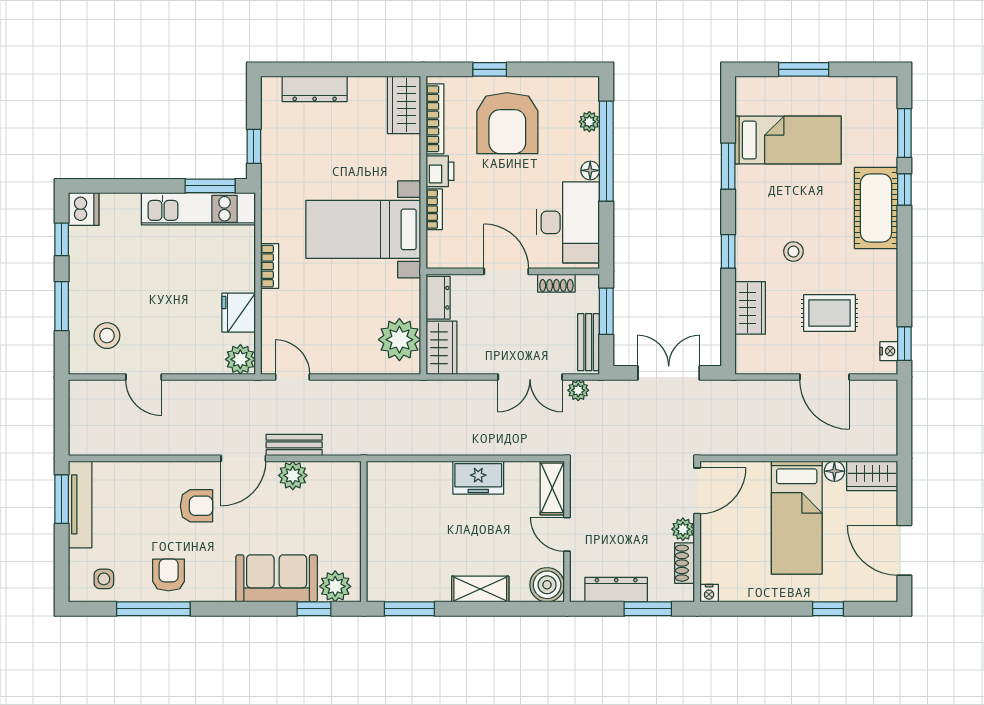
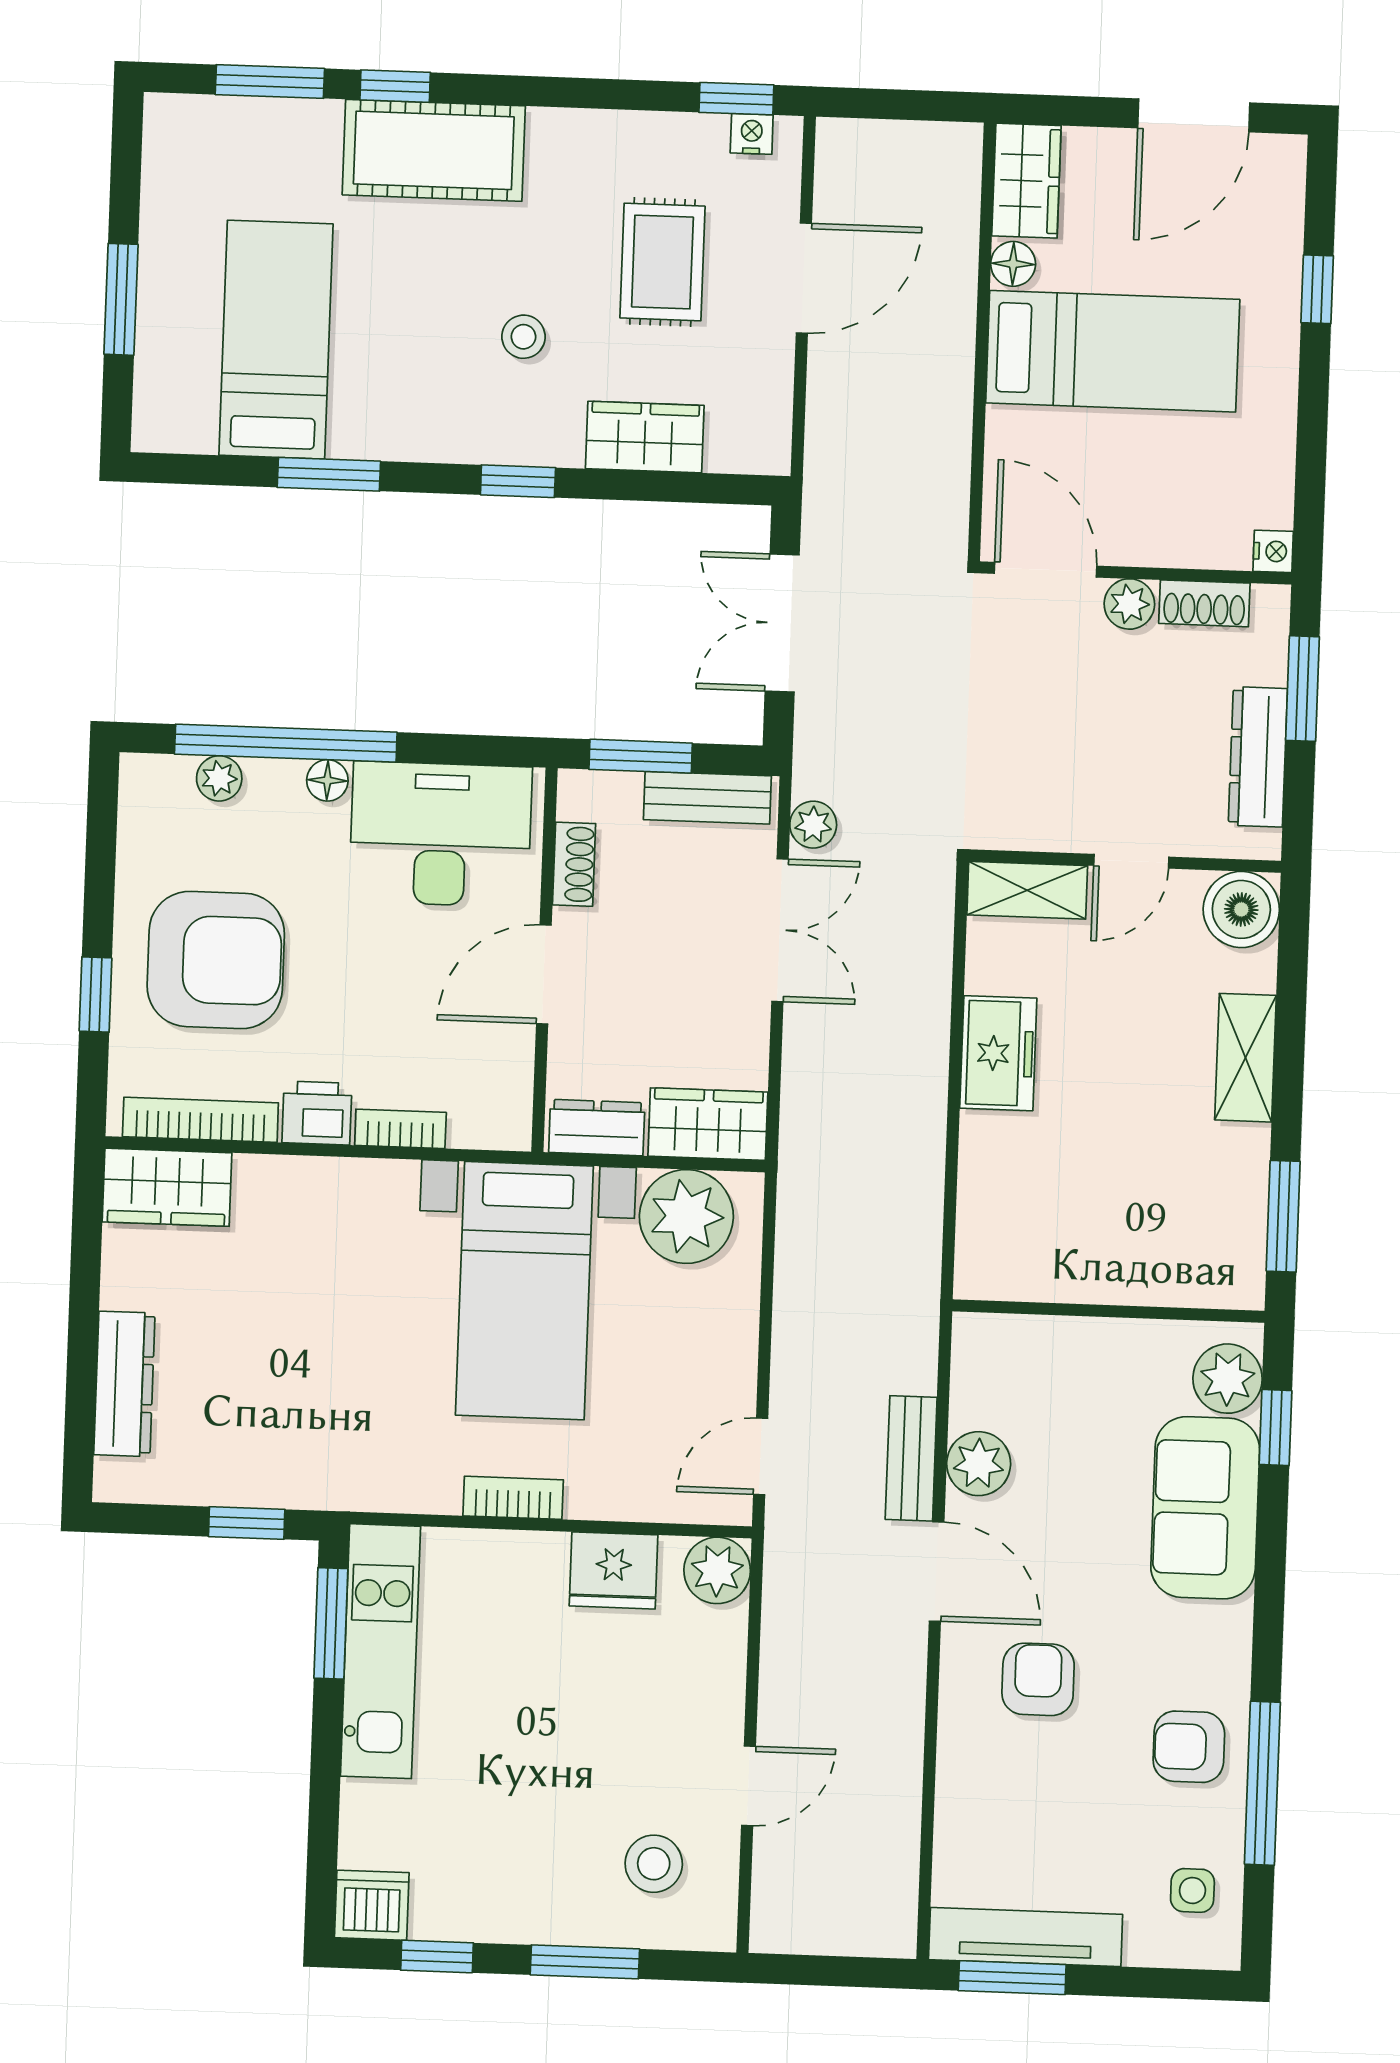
bed with nightstands: (363, 229) -> (524, 1291), moved

